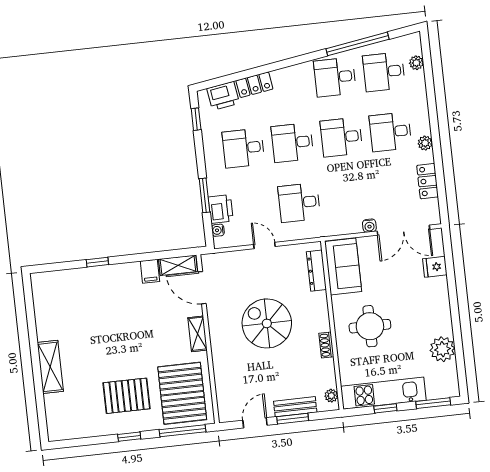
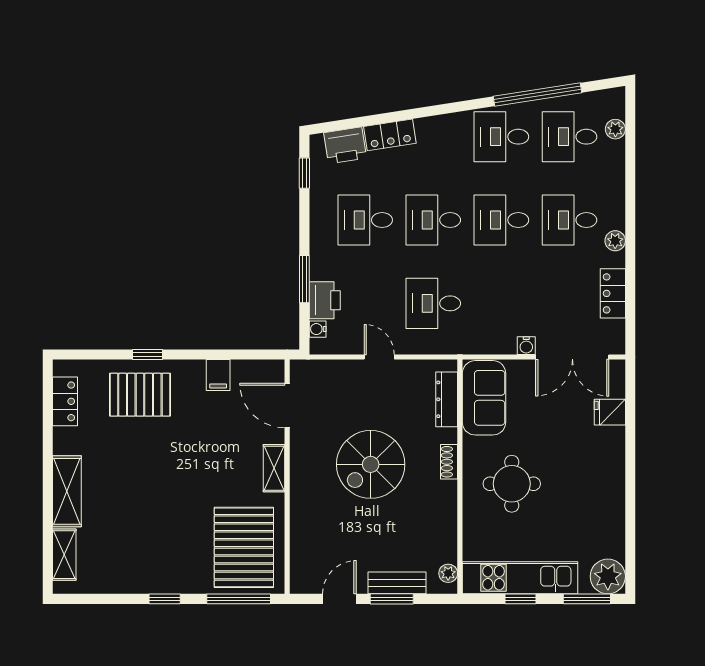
shelving: (178, 265) -> (64, 555), moved, turned 90
locker: (42, 302) -> (65, 401), added
spiral stairs: (267, 323) -> (371, 464), turned -90
shoe rack: (326, 345) -> (449, 462), moved
plant: (442, 349) -> (608, 576), moved
pallet: (126, 396) -> (140, 395), moved

